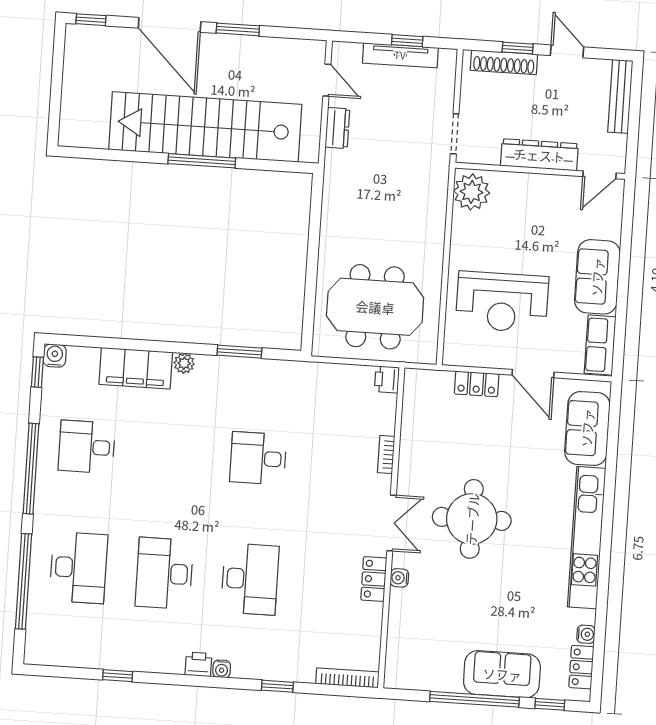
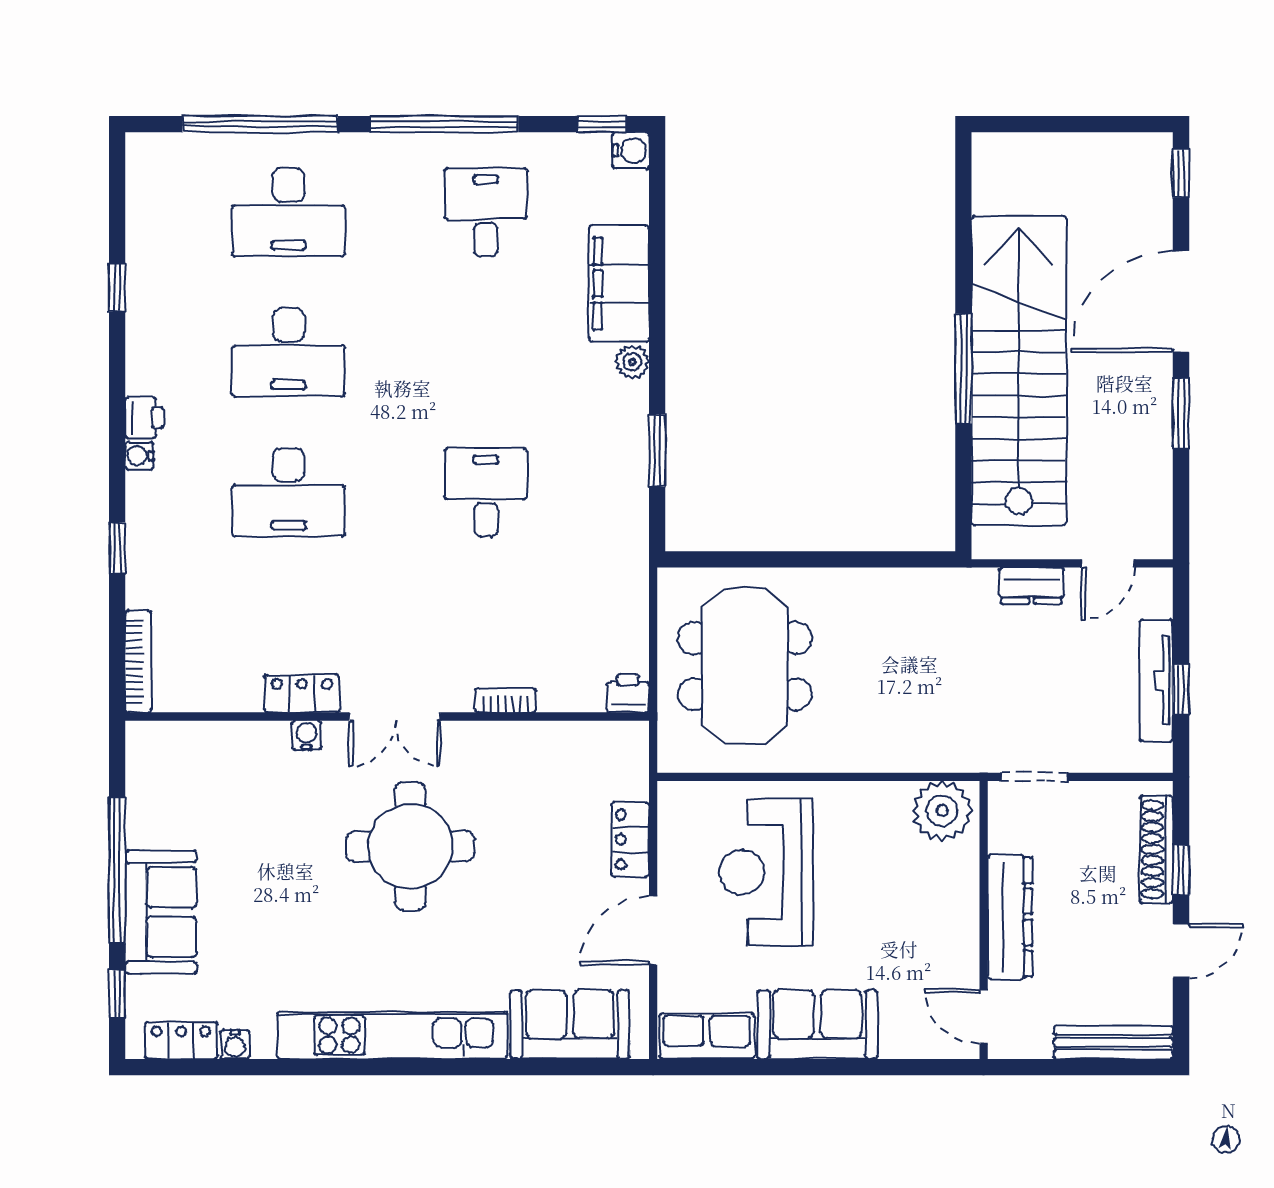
desk: (164, 573) -> (289, 352), turned 180

